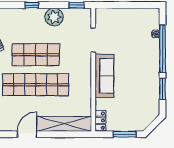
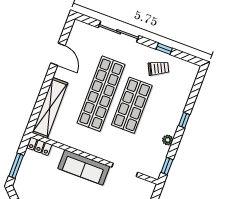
plant: (54, 17) -> (168, 140), width x0.53, depth x0.53
door: (27, 134) -> (58, 54), moved

